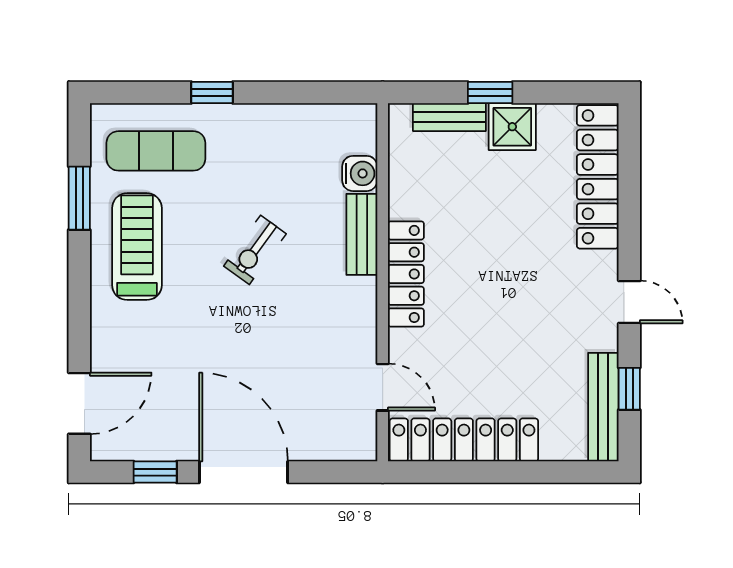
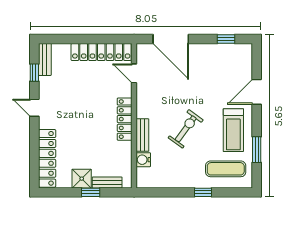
exercise bike: (255, 250) -> (186, 129), width x1.38, depth x1.39
door: (79, 403) -> (257, 92), moved
bench: (603, 407) -> (45, 59), width x0.73
door: (243, 472) -> (171, 39), moved

